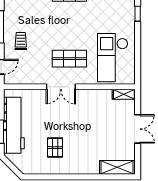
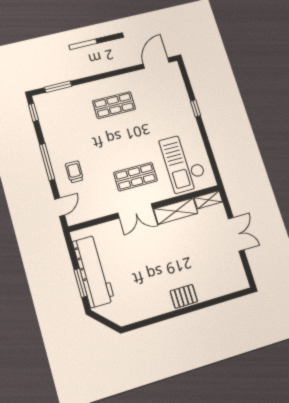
pallet: (55, 148) -> (184, 296), moved, turned 90
shelving: (117, 167) -> (176, 211), moved

